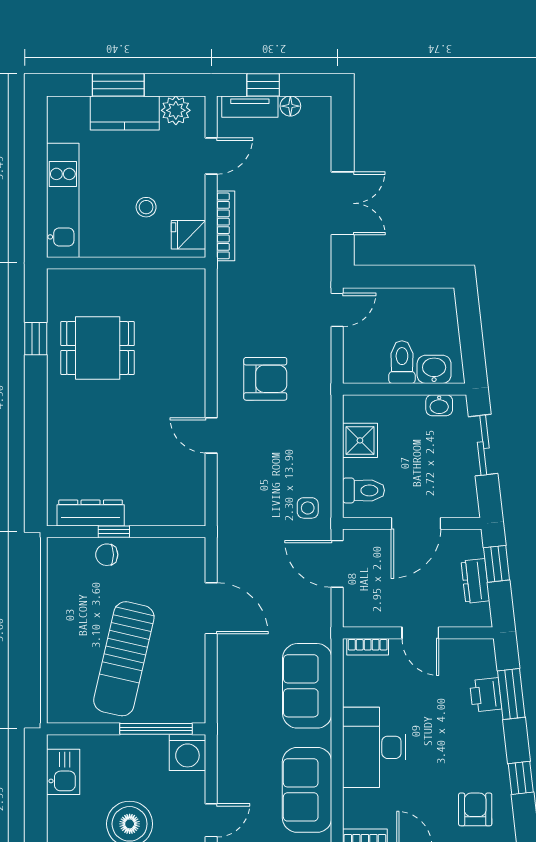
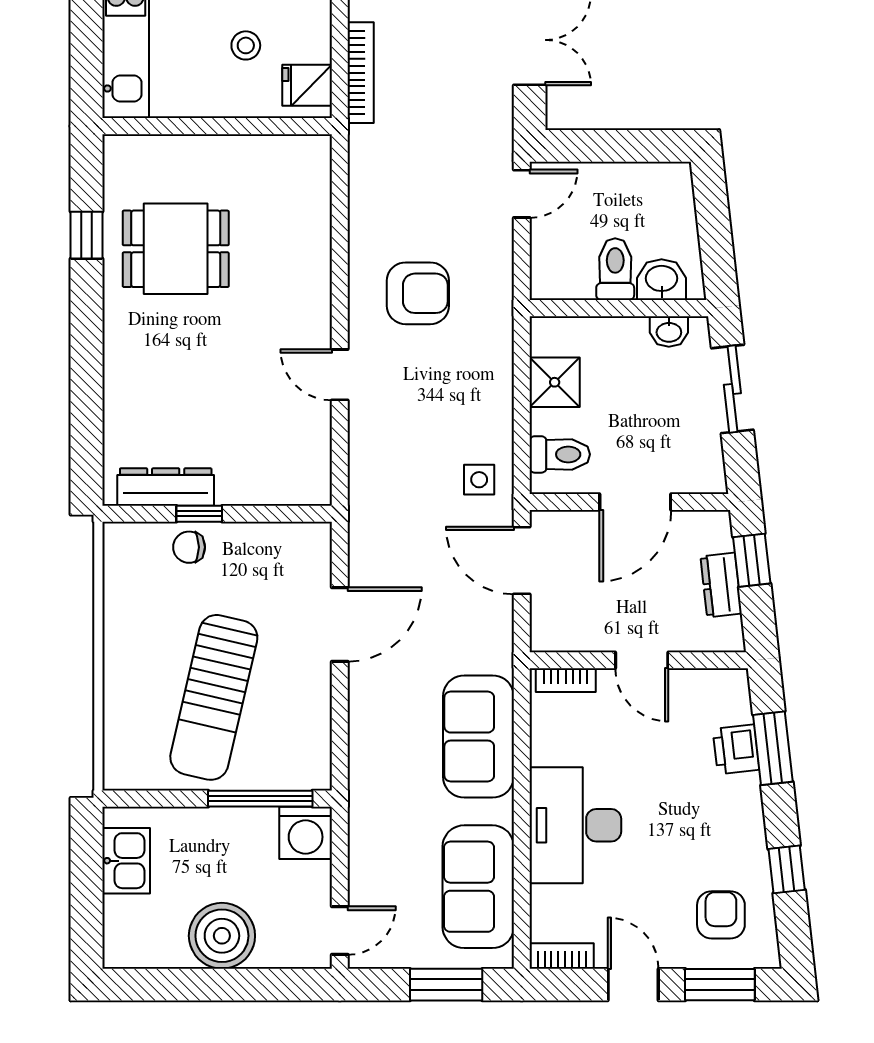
door: (211, 608) -> (340, 624), hinge flipped

